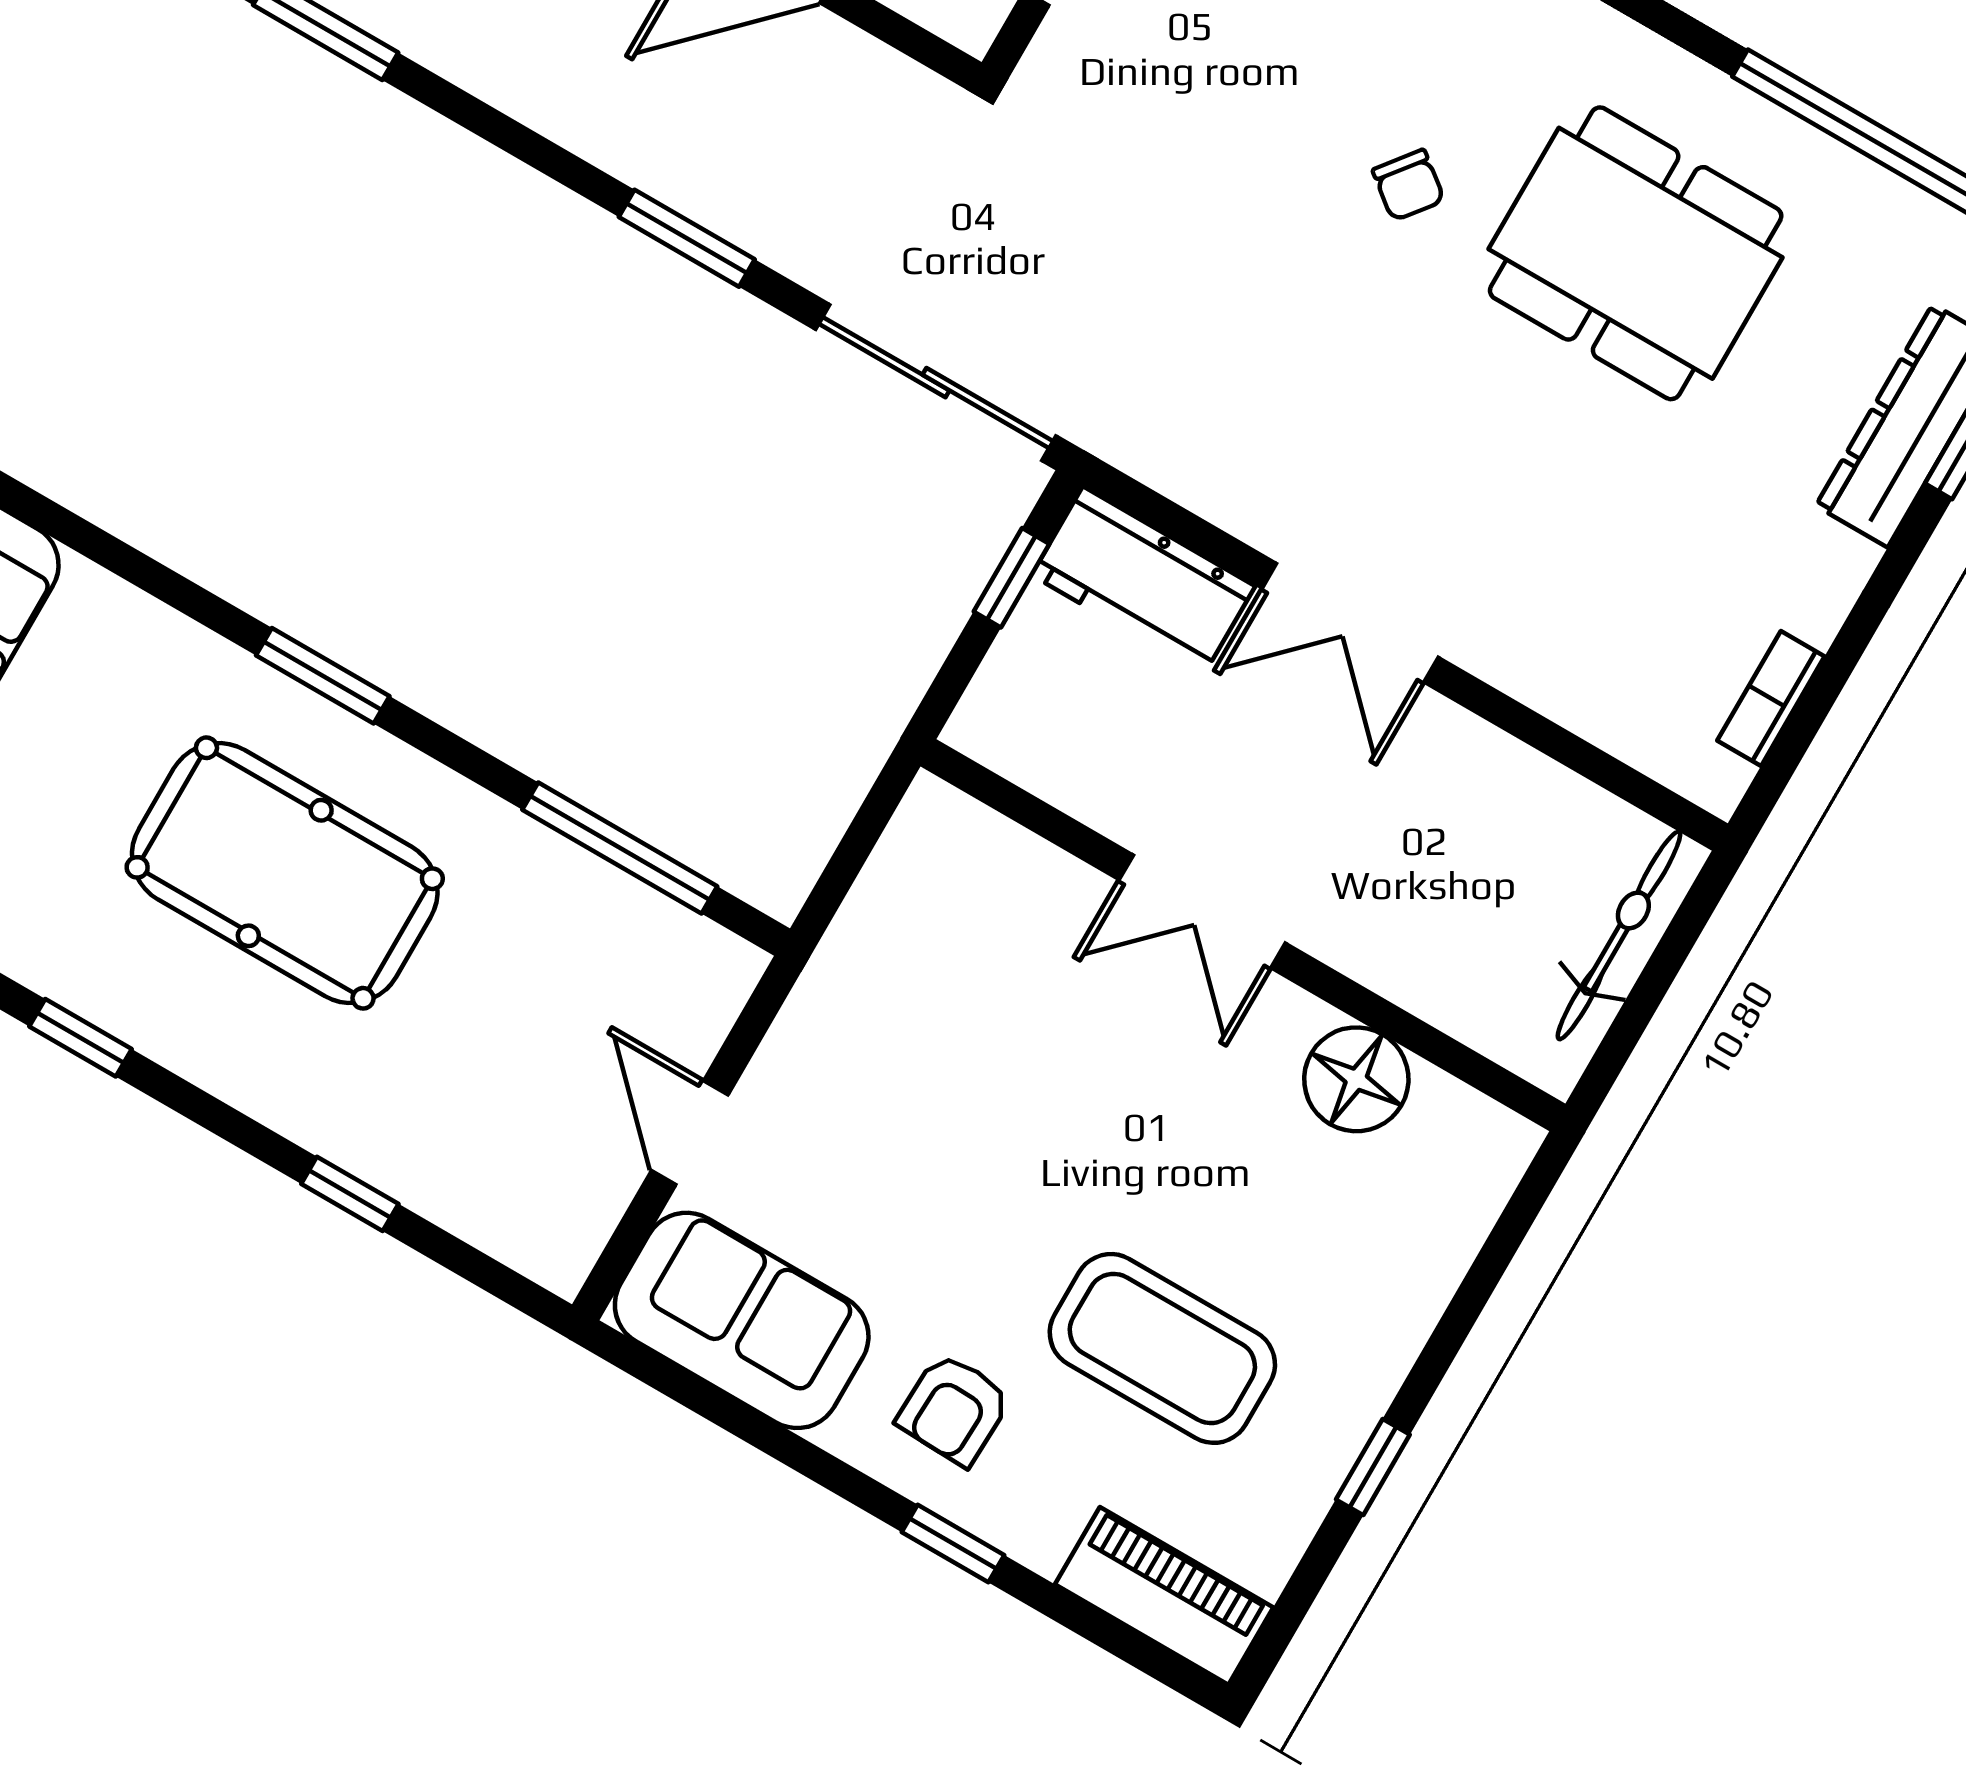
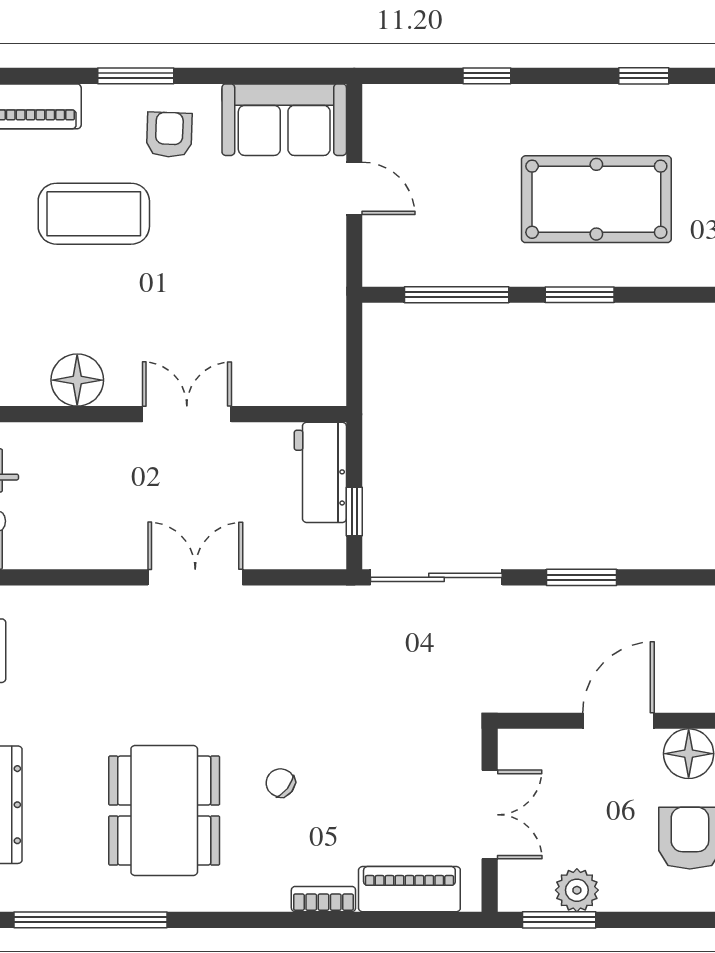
dining table: (1636, 253) -> (164, 811), turned 90
workbench: (1143, 581) -> (320, 472), moved, turned -90
window: (323, 676) -> (580, 295), moved
window: (953, 1544) -> (136, 76), width x1.50

